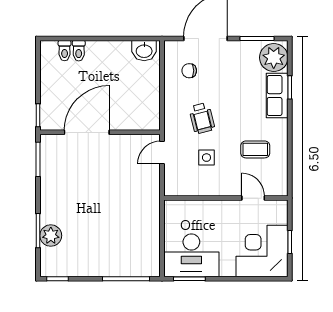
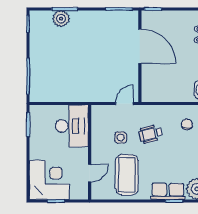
coffee table: (255, 149) -> (127, 175), width x1.86, depth x1.72
door: (162, 153) -> (124, 104), hinge flipped
desk: (191, 255) -> (72, 126), moved, turned 180

